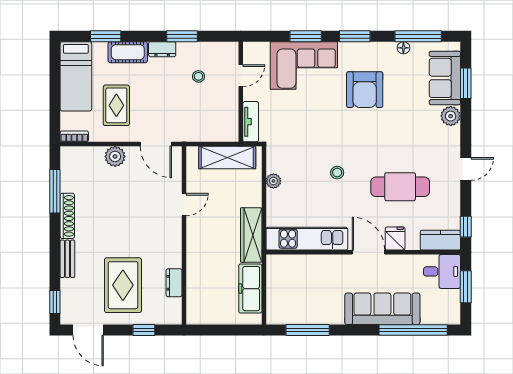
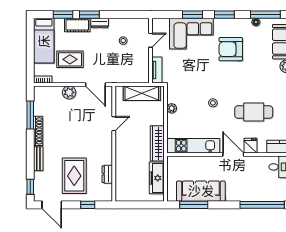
window: (182, 36) -> (89, 15), moved
armchair: (365, 90) -> (231, 49), turned 90
rug: (116, 105) -> (70, 59), turned 90
sofa: (382, 309) -> (201, 191), moved

